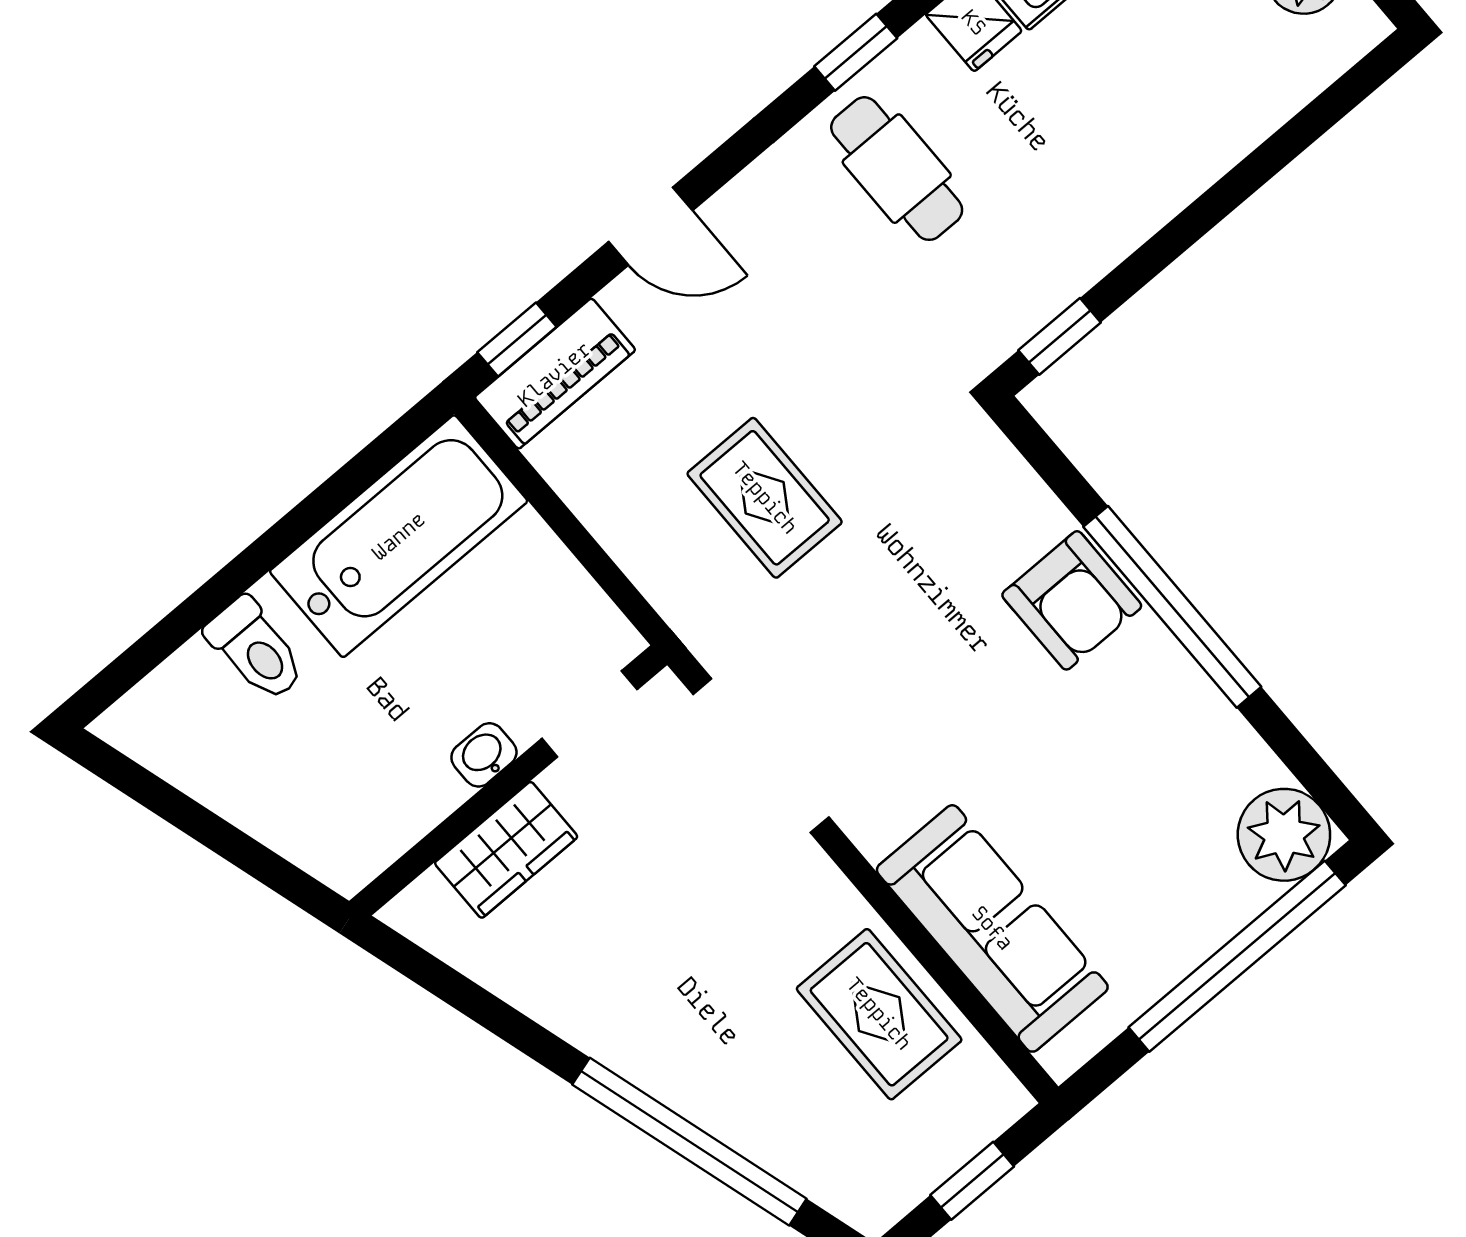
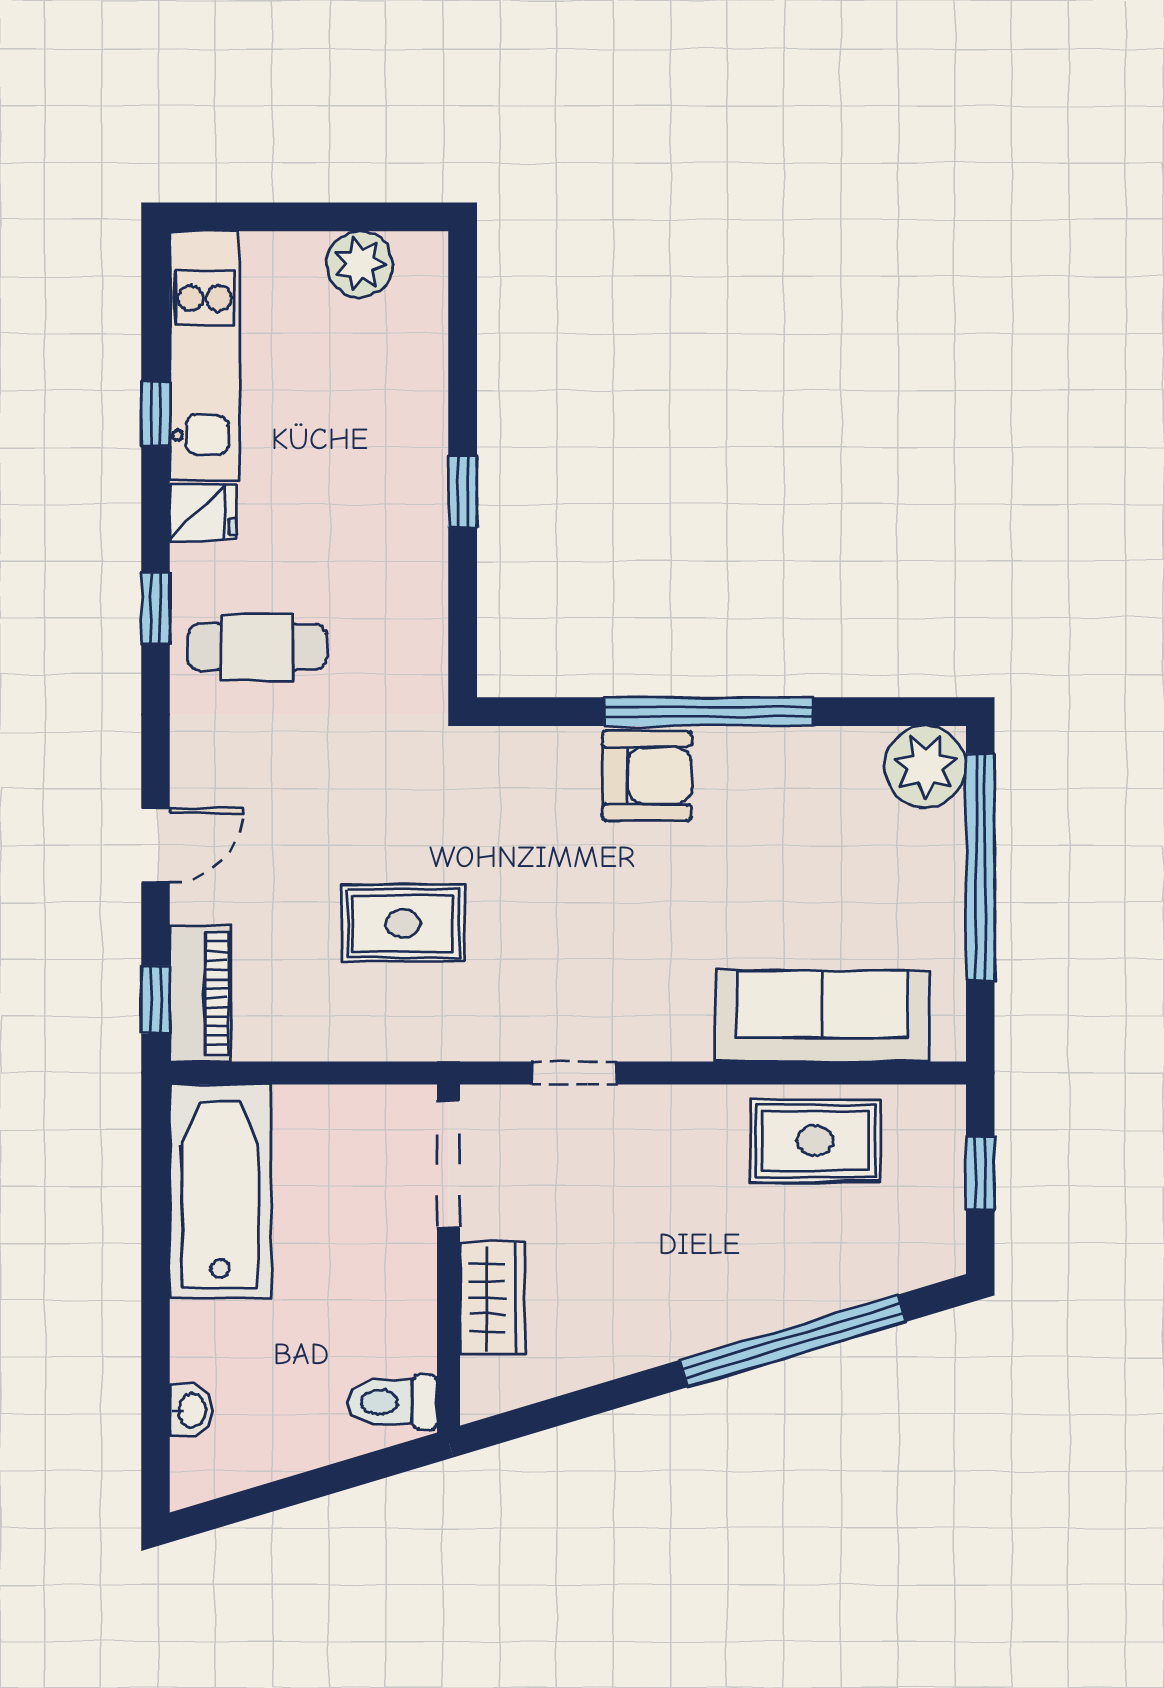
window: (1060, 336) -> (463, 492), moved
toilet: (256, 650) -> (392, 1402), moved, turned 180
doorway: (590, 714) -> (448, 1164), width x1.38
washbasin: (484, 755) -> (191, 1410), moved, turned 180
doorway: (761, 756) -> (574, 1073), width x0.53

